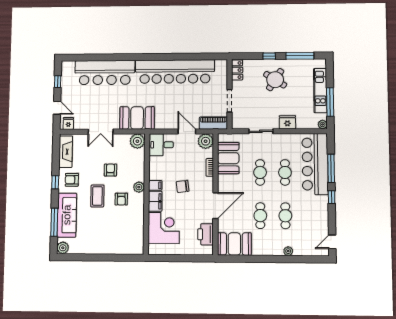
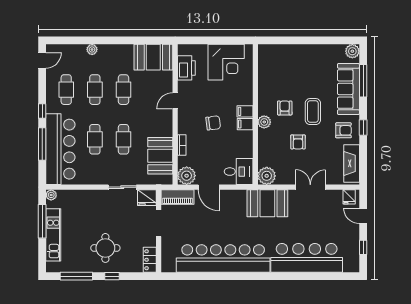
round table: (275, 80) -> (105, 248), turned -33
fridge: (287, 122) -> (147, 198), moved
filing cabinet: (155, 201) -> (245, 111), width x0.50
door: (215, 206) -> (175, 101), width x0.53
cafe table: (311, 216) -> (66, 90), added
corner desk: (164, 228) -> (226, 62), moved, turned -90

